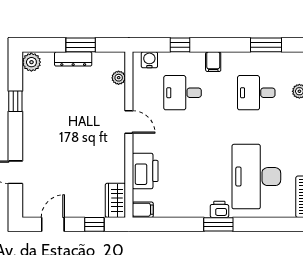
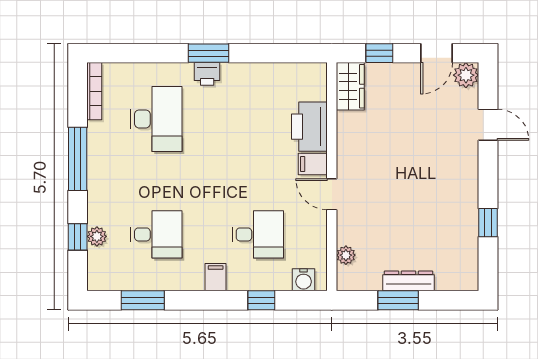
plant: (31, 62) -> (466, 75), moved
desk: (256, 177) -> (156, 119), width x0.73, depth x0.77
filing cabinet: (143, 210) -> (313, 164), moved

